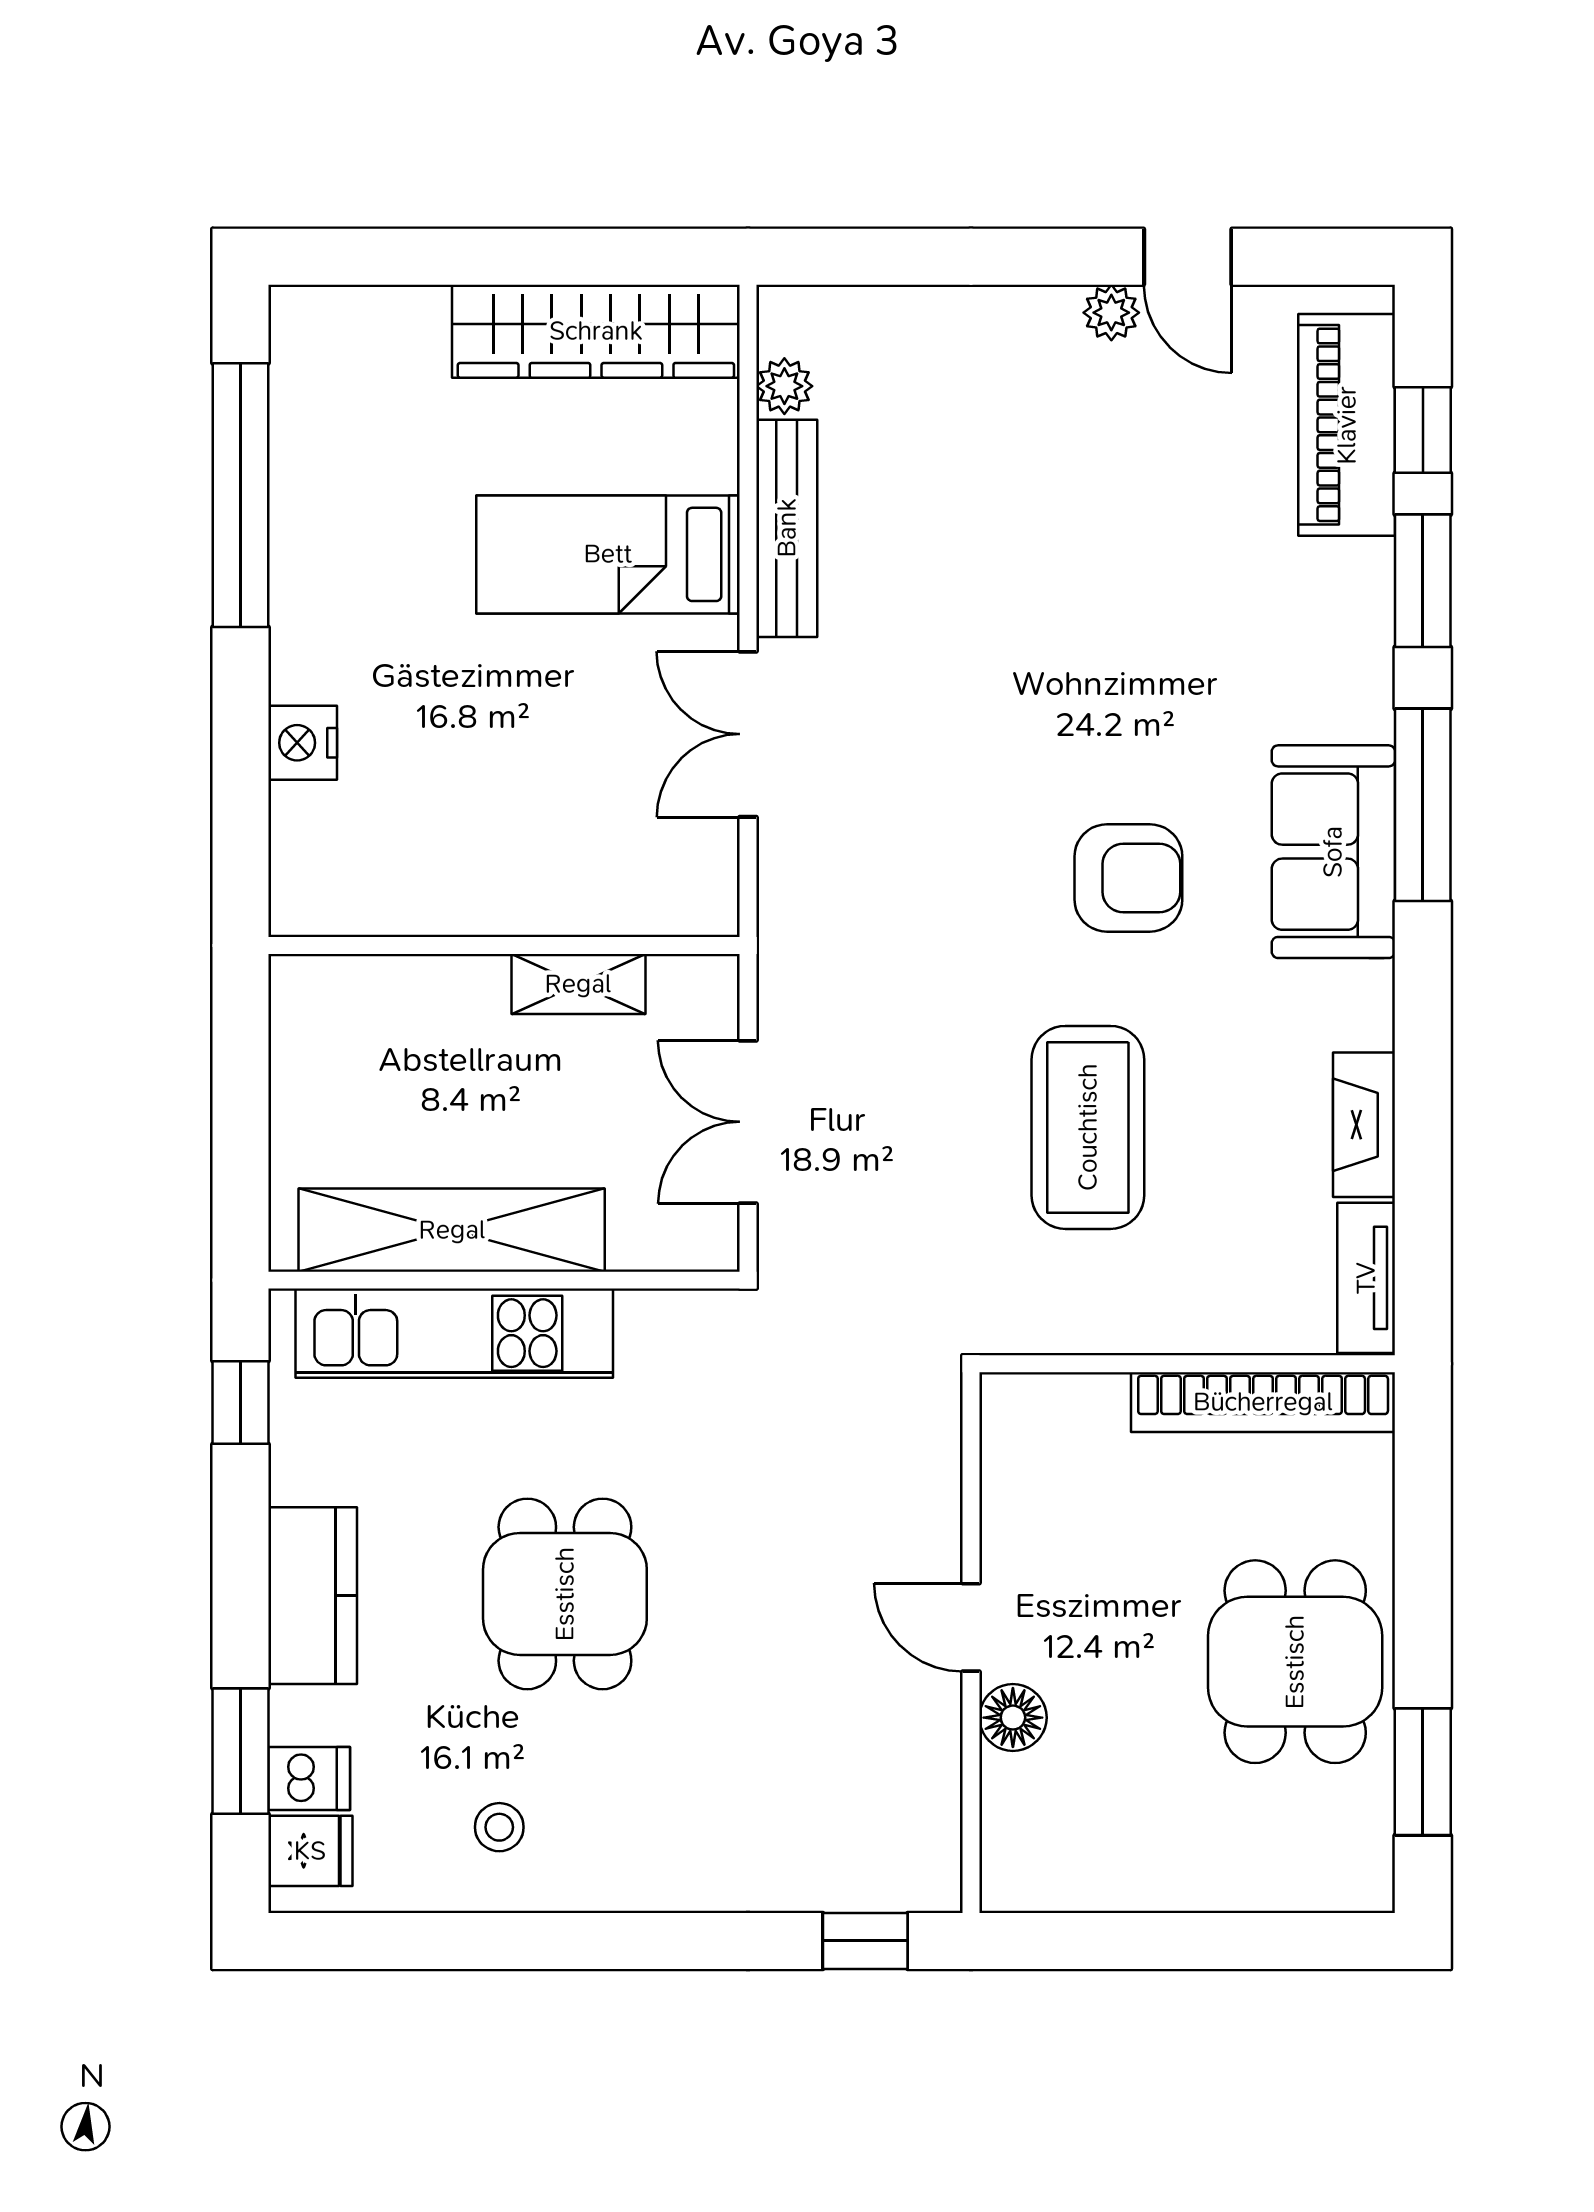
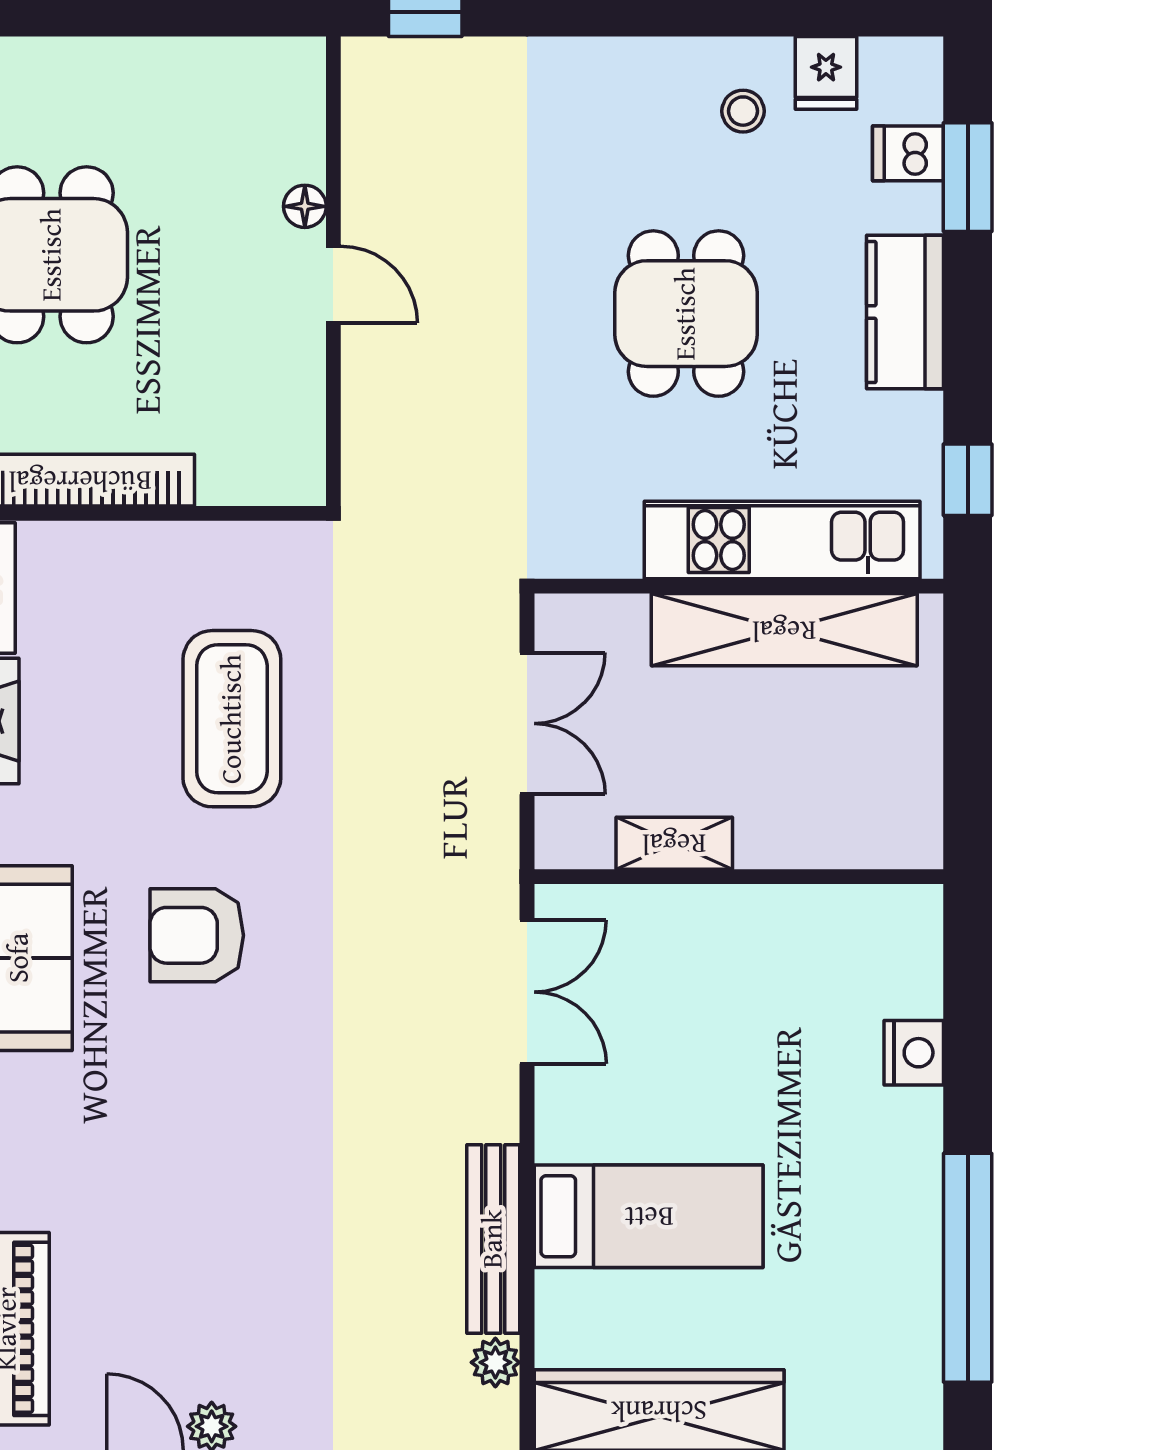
double door: (748, 734) -> (527, 992), moved
floor lamp: (1013, 1718) -> (305, 206), width x0.73, depth x0.73
fridge: (310, 1851) -> (826, 73), moved, turned -90

